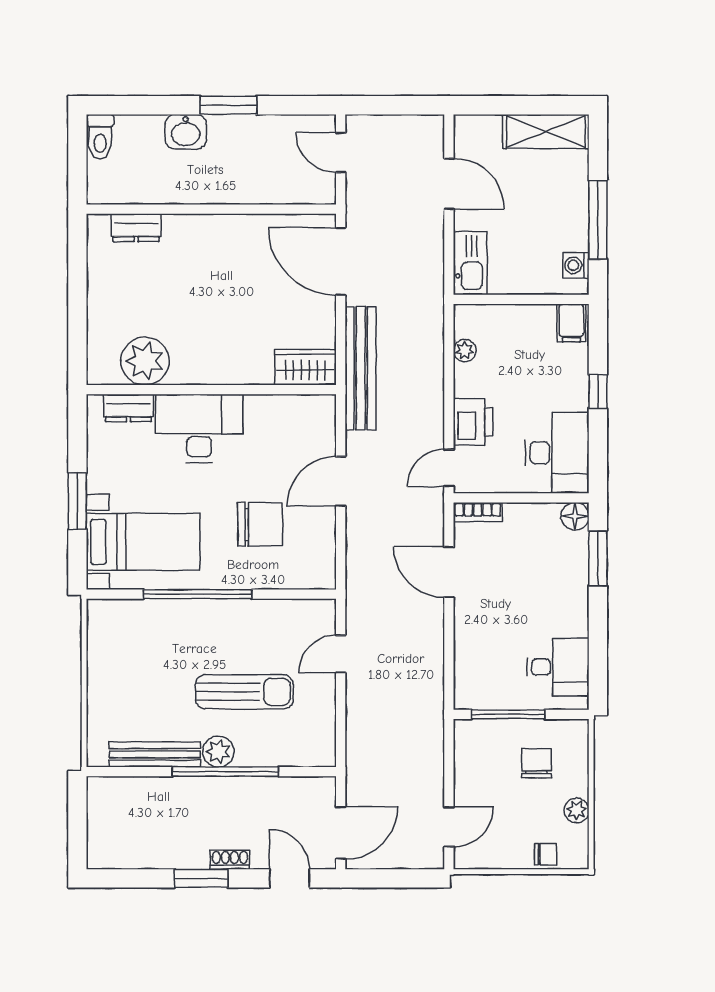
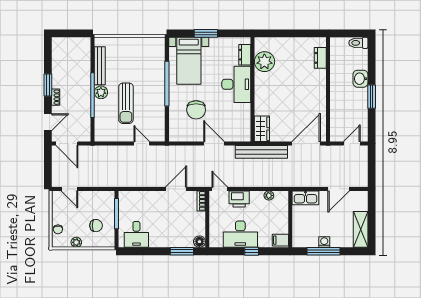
washing machine: (576, 265) -> (324, 242), moved
desk: (557, 453) -> (240, 234), moved

